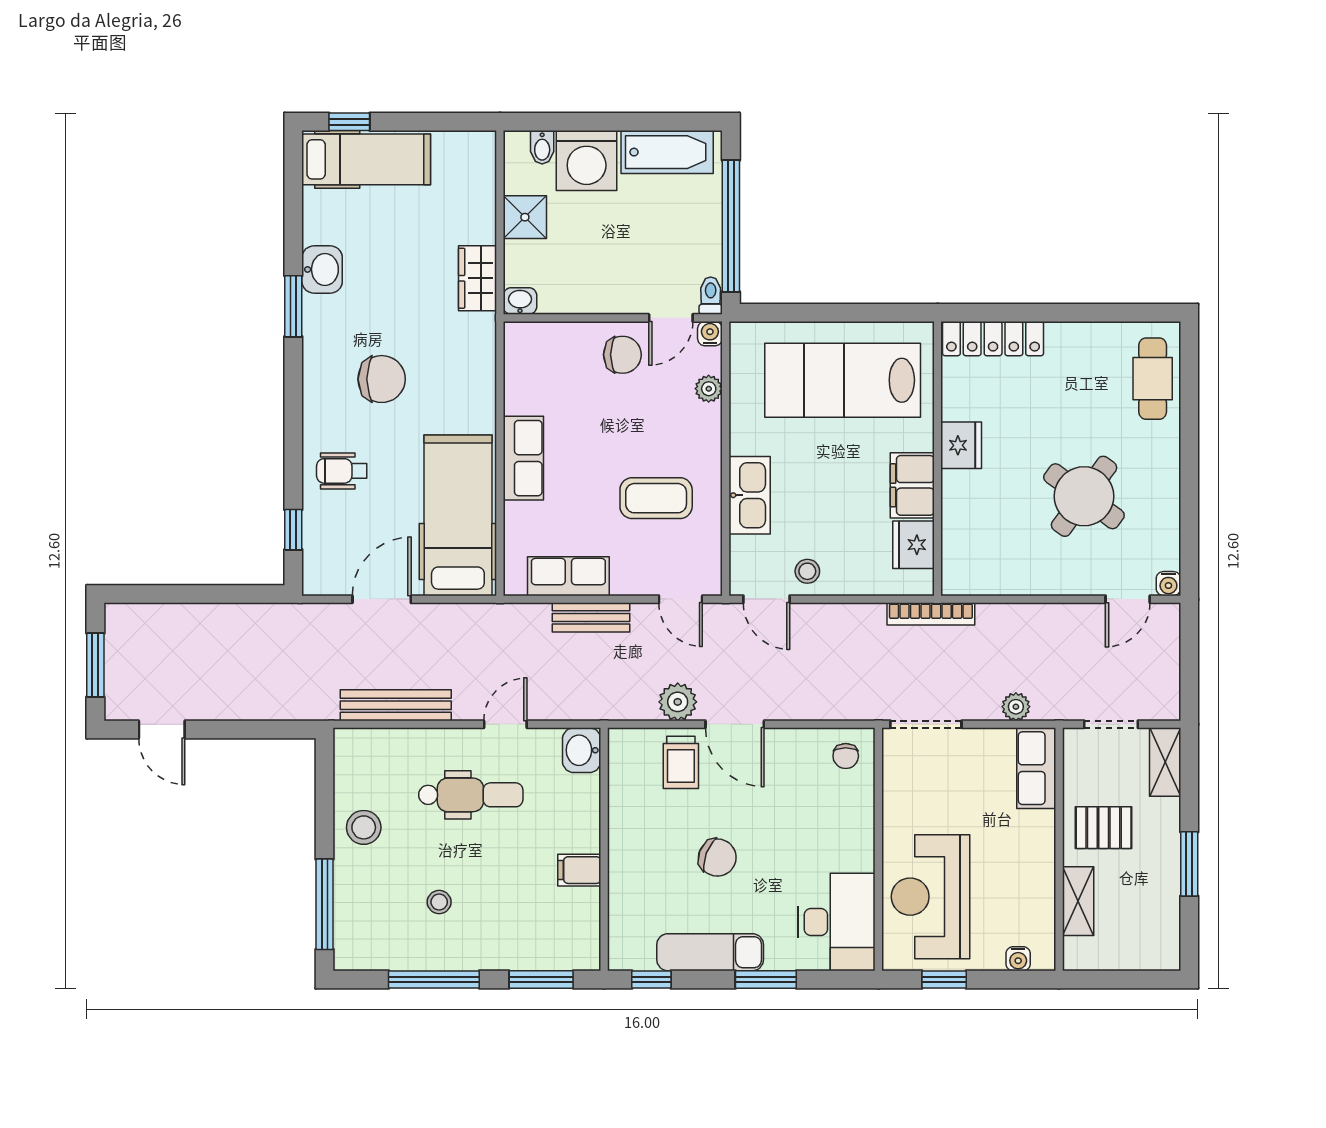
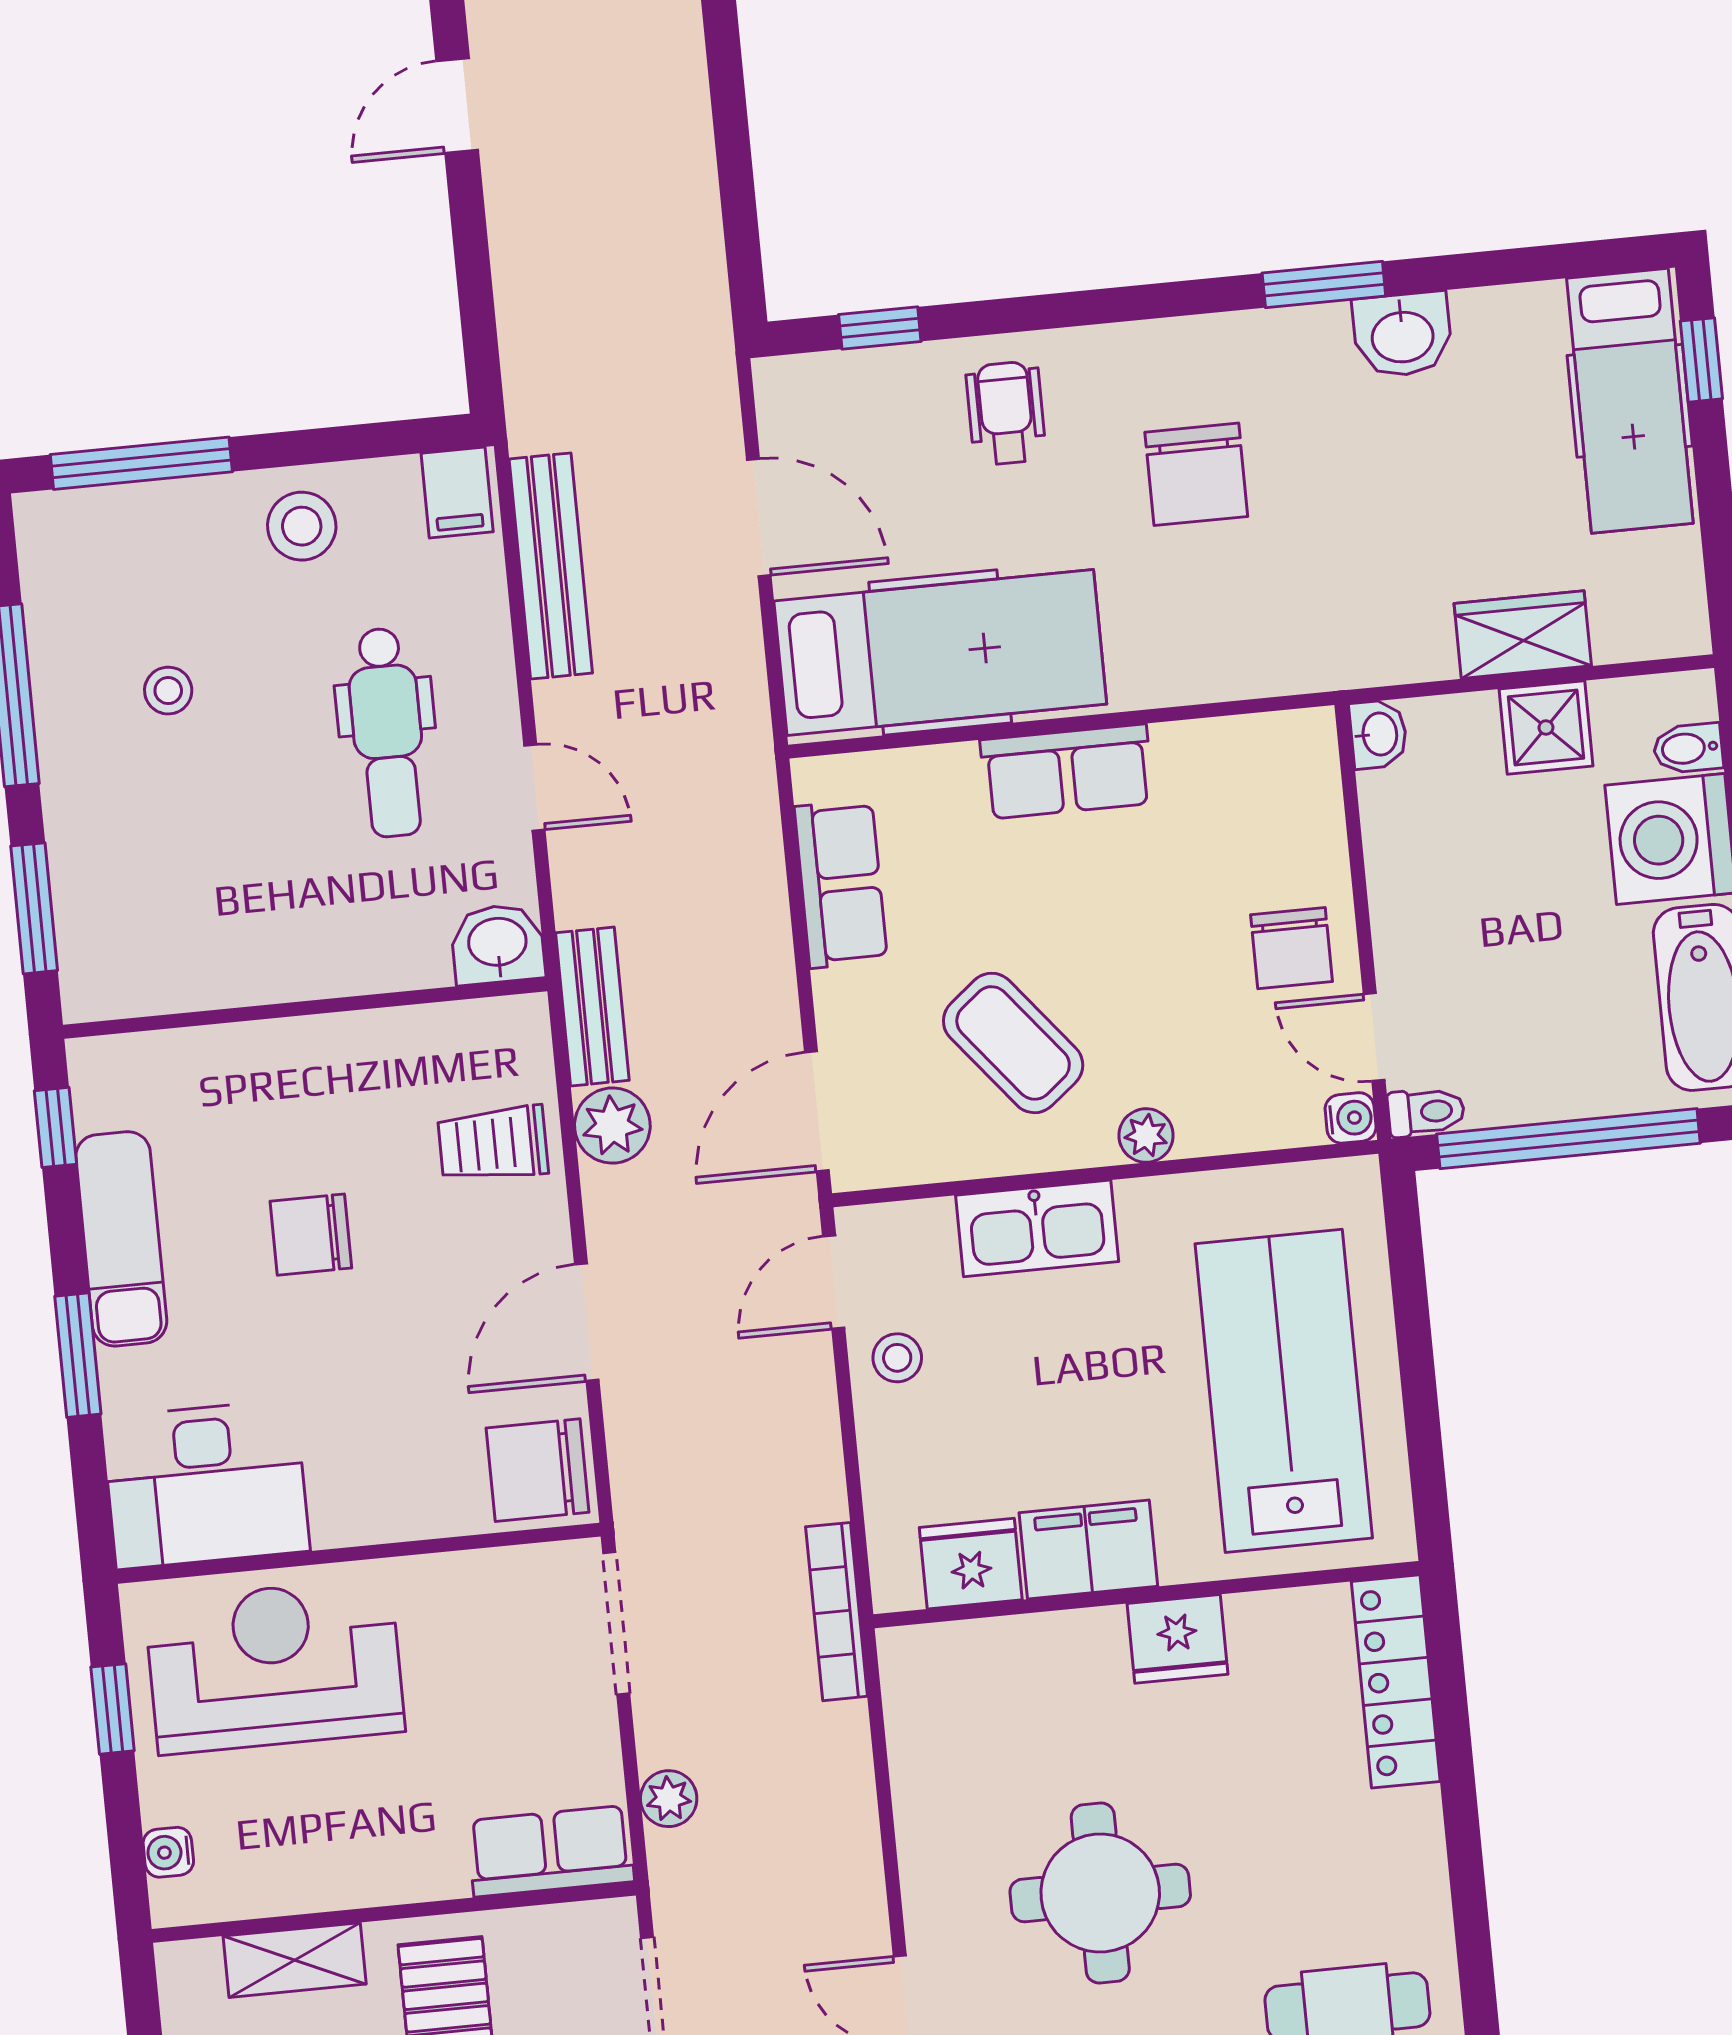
wardrobe: (477, 278) -> (1523, 635), moved
plant: (709, 389) -> (1146, 1135), moved
round table: (1084, 496) -> (1100, 1893), turned -36
coffee table: (656, 498) -> (1013, 1043), turned -39
door: (681, 599) -> (817, 1111), width x1.38
bench: (591, 617) -> (592, 1007), moved
door: (735, 724) -> (587, 1322), moved
chair: (846, 756) -> (538, 1470), width x1.87, depth x1.87
chair: (717, 857) -> (311, 1235), turned 69
filing cabinet: (579, 870) -> (457, 493), moved, turned 180

